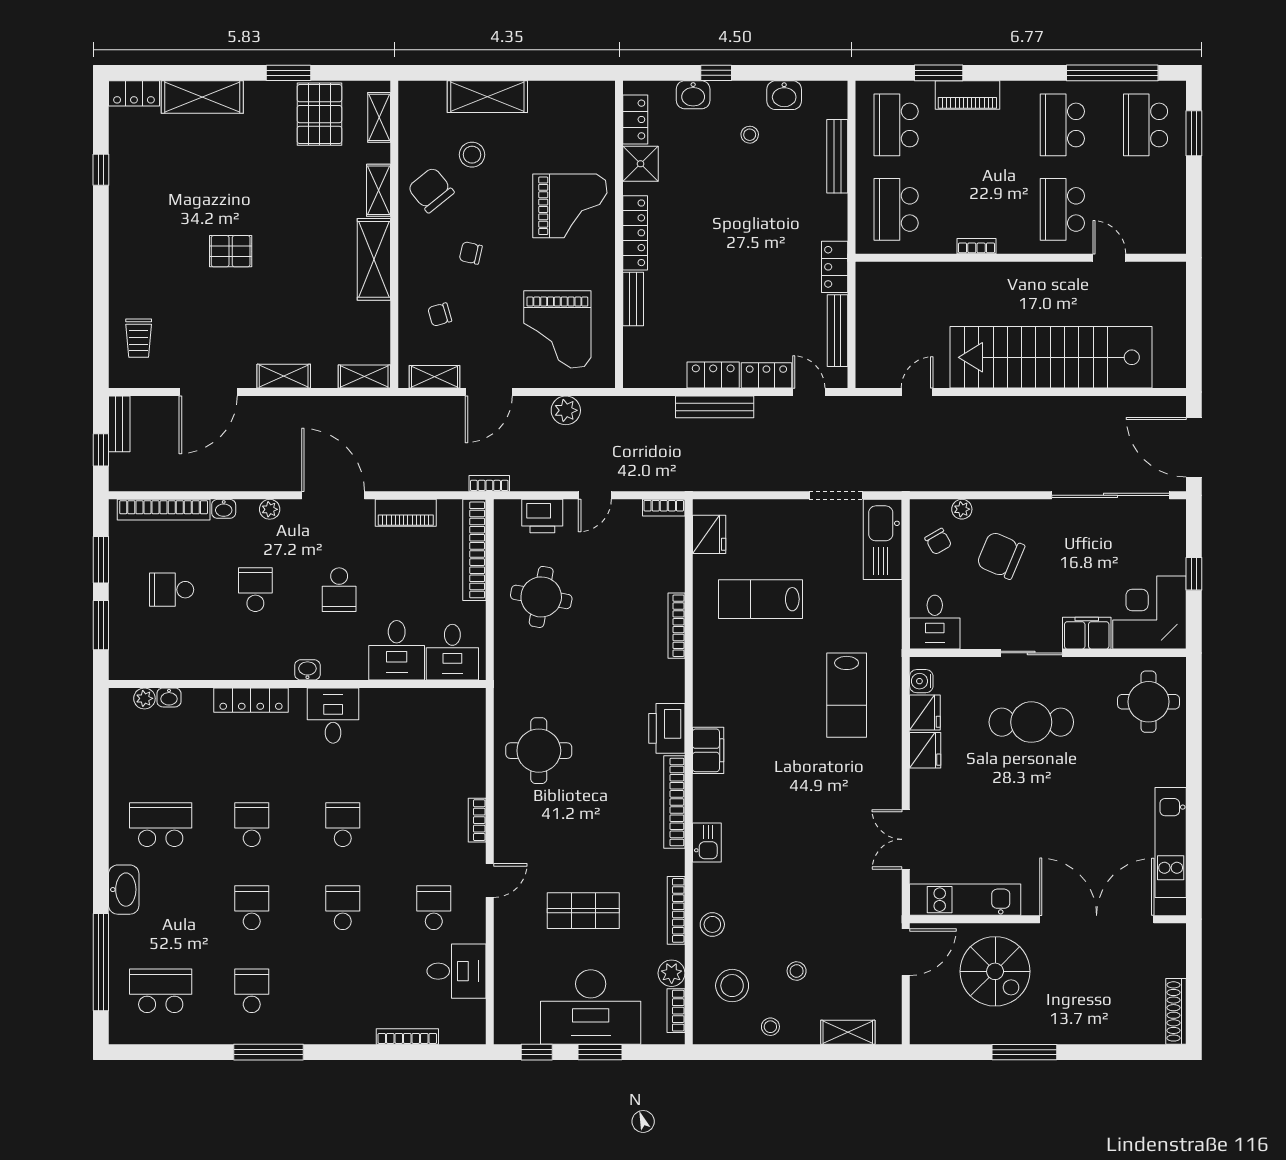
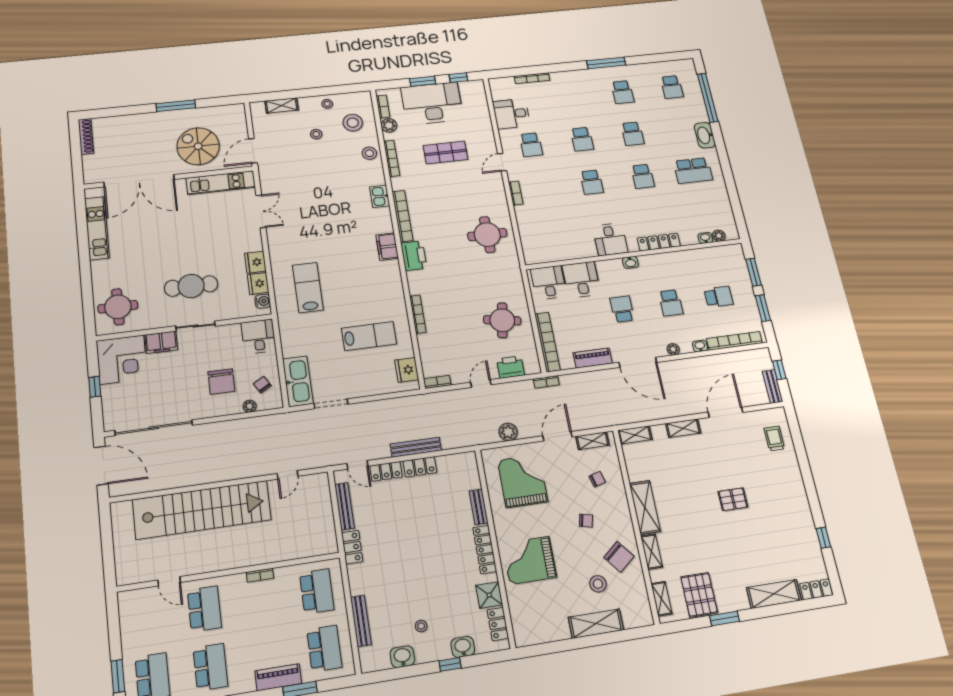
chair: (1001, 555) -> (221, 382), turned 67
school desk: (161, 991) -> (672, 87), width x0.54

